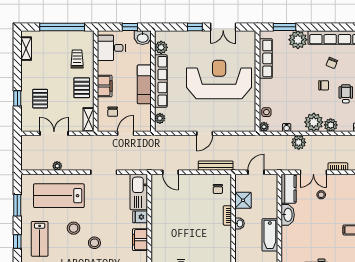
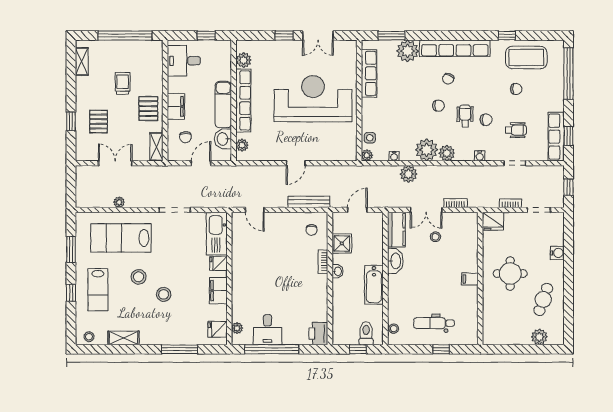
washbasin: (143, 38) -> (223, 139), moved, turned 90
trolley: (77, 59) -> (123, 83), moved

